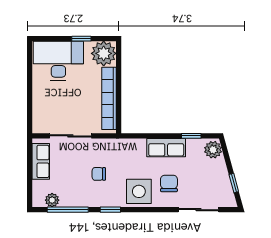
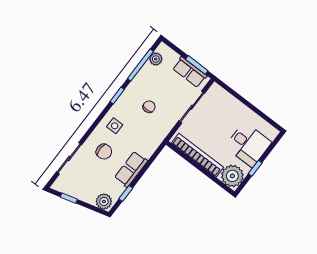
desk: (58, 61) -> (248, 144), width x0.73
window: (30, 160) -> (197, 65), added
side table: (139, 191) -> (115, 126), width x0.54, depth x0.54

